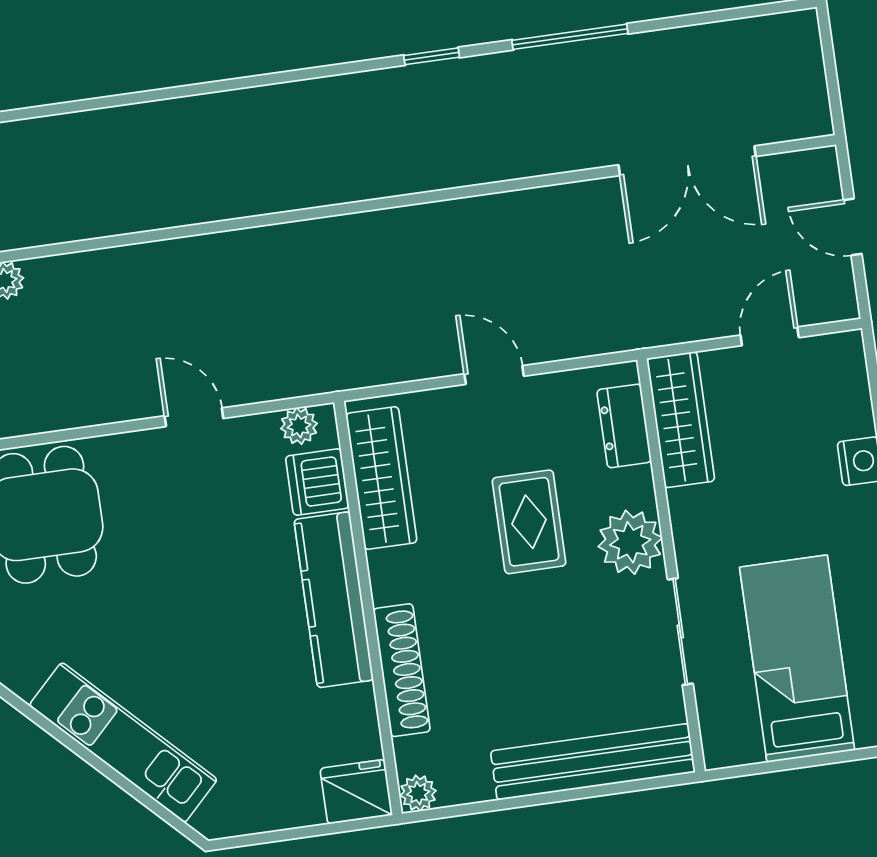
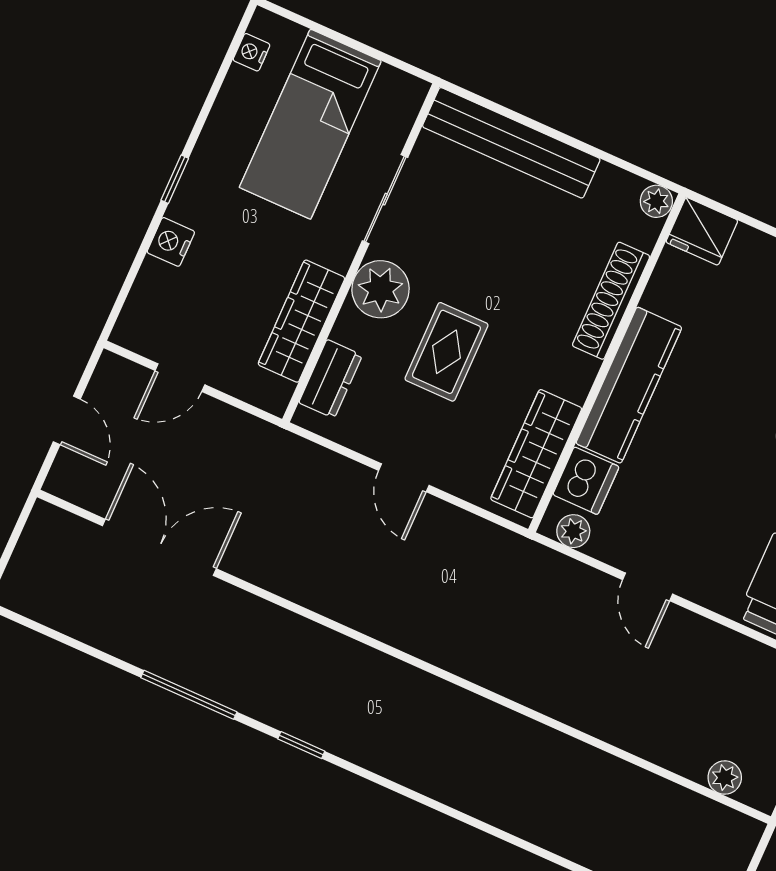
wardrobe: (681, 420) -> (301, 321), moved

